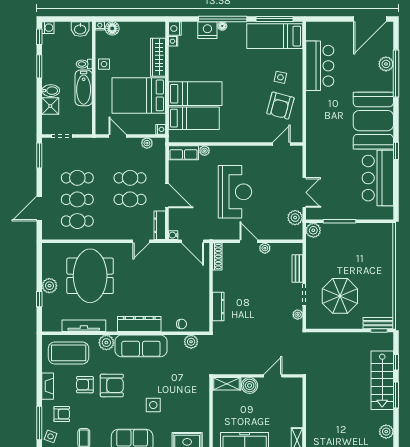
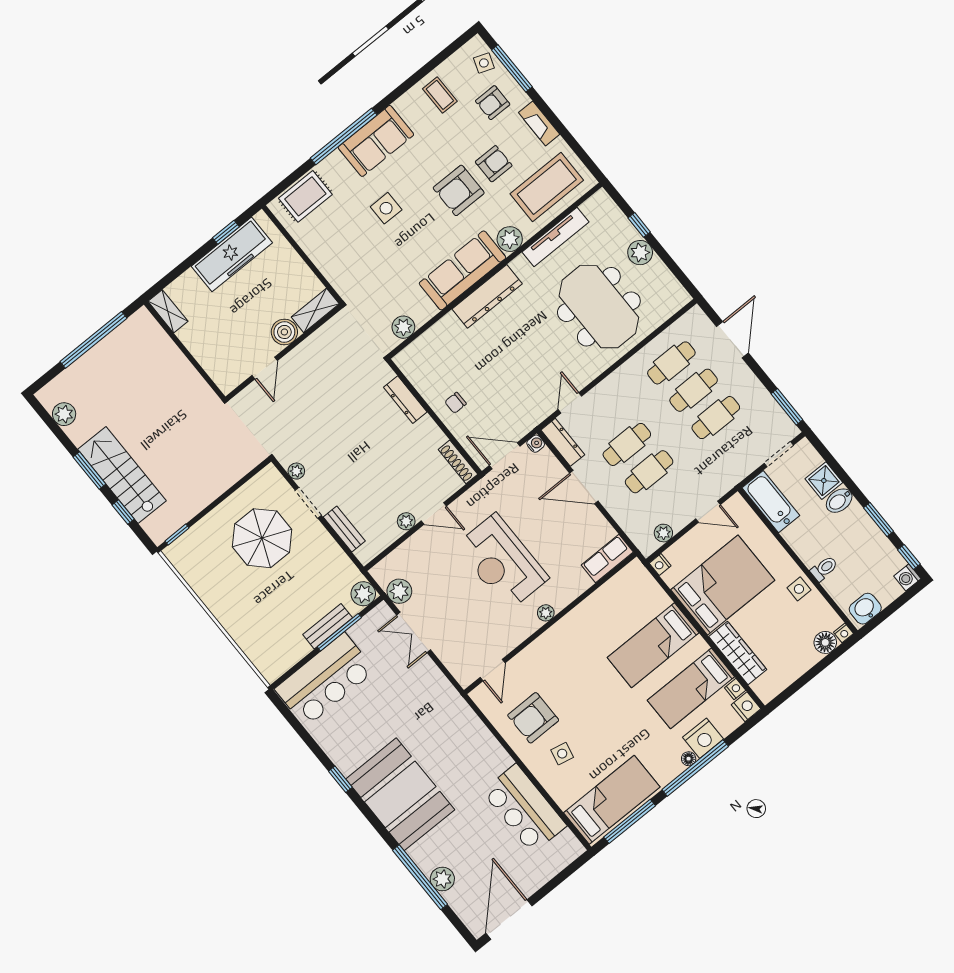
bathtub: (84, 88) -> (771, 502), moved
armchair: (280, 106) -> (533, 718), turned -105
bed: (194, 118) -> (691, 688), moved
plant: (205, 151) -> (546, 613), moved
bar counter: (378, 178) -> (325, 680), moved, turned 90
bench: (378, 323) -> (328, 626), moved
chair: (182, 324) -> (455, 403), moved

